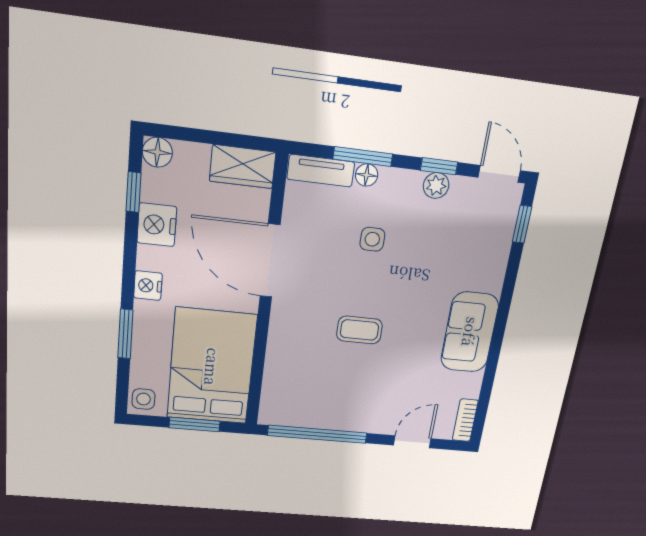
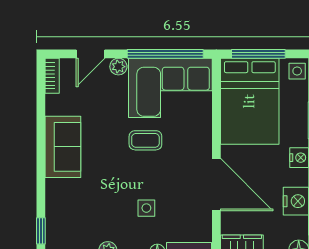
corner sofa: (317, 393) -> (170, 88), added
window: (195, 424) -> (258, 54), width x1.44
plant: (380, 424) -> (118, 67), added

